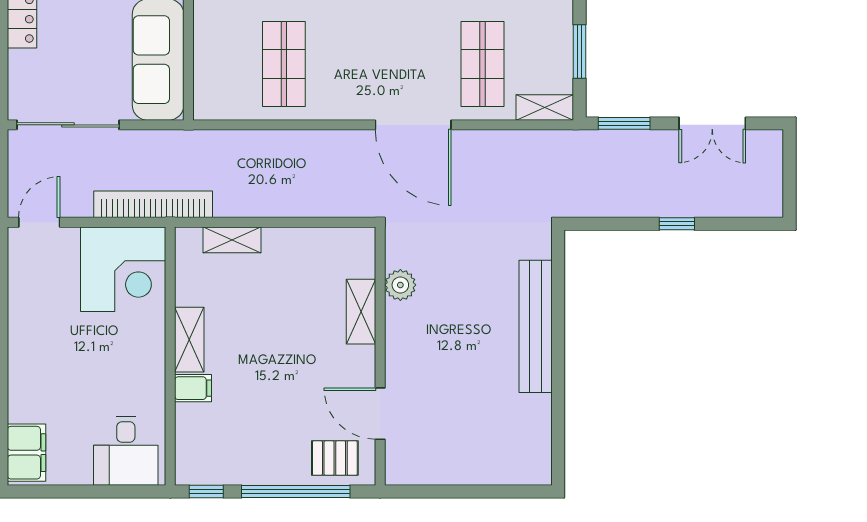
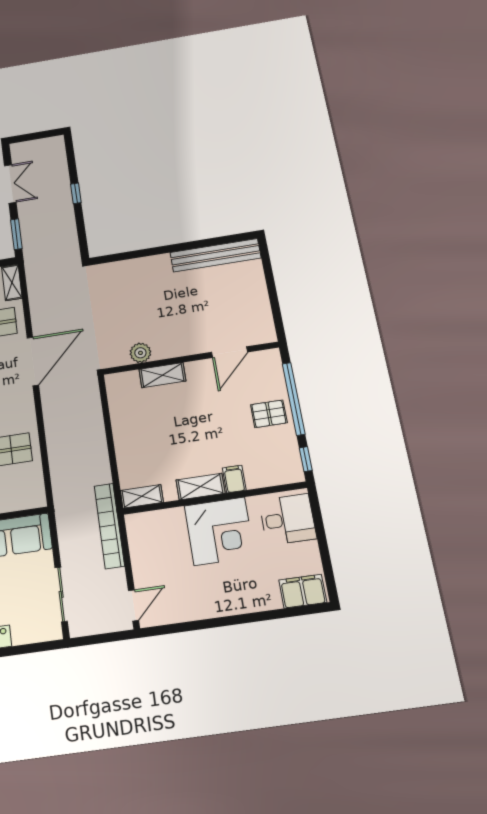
sliding door: (68, 125) -> (61, 594), width x0.73
door: (39, 222) -> (133, 605), swing flipped
shelving: (232, 240) -> (142, 496), moved, turned 90
corner desk: (123, 269) -> (219, 531), moved, turned 90
bench: (536, 326) -> (215, 255), moved
pallet: (335, 458) -> (269, 414), moved, turned 90

